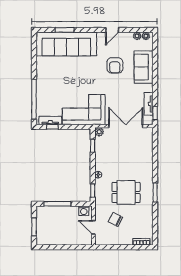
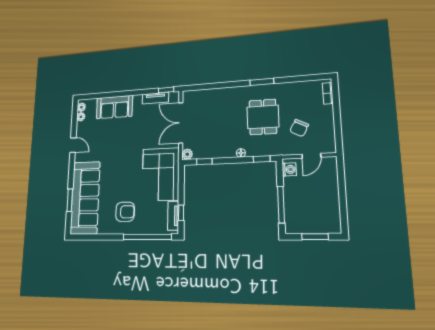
armchair: (115, 65) -> (125, 212), moved

